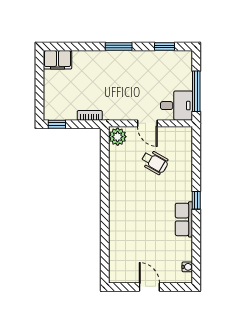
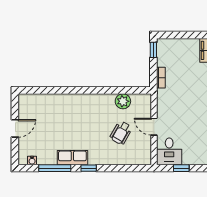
window: (196, 91) -> (181, 168), width x0.46
door: (147, 123) -> (154, 127), hinge flipped
plant: (118, 137) -> (123, 101), moved
window: (196, 240) -> (55, 168), added

